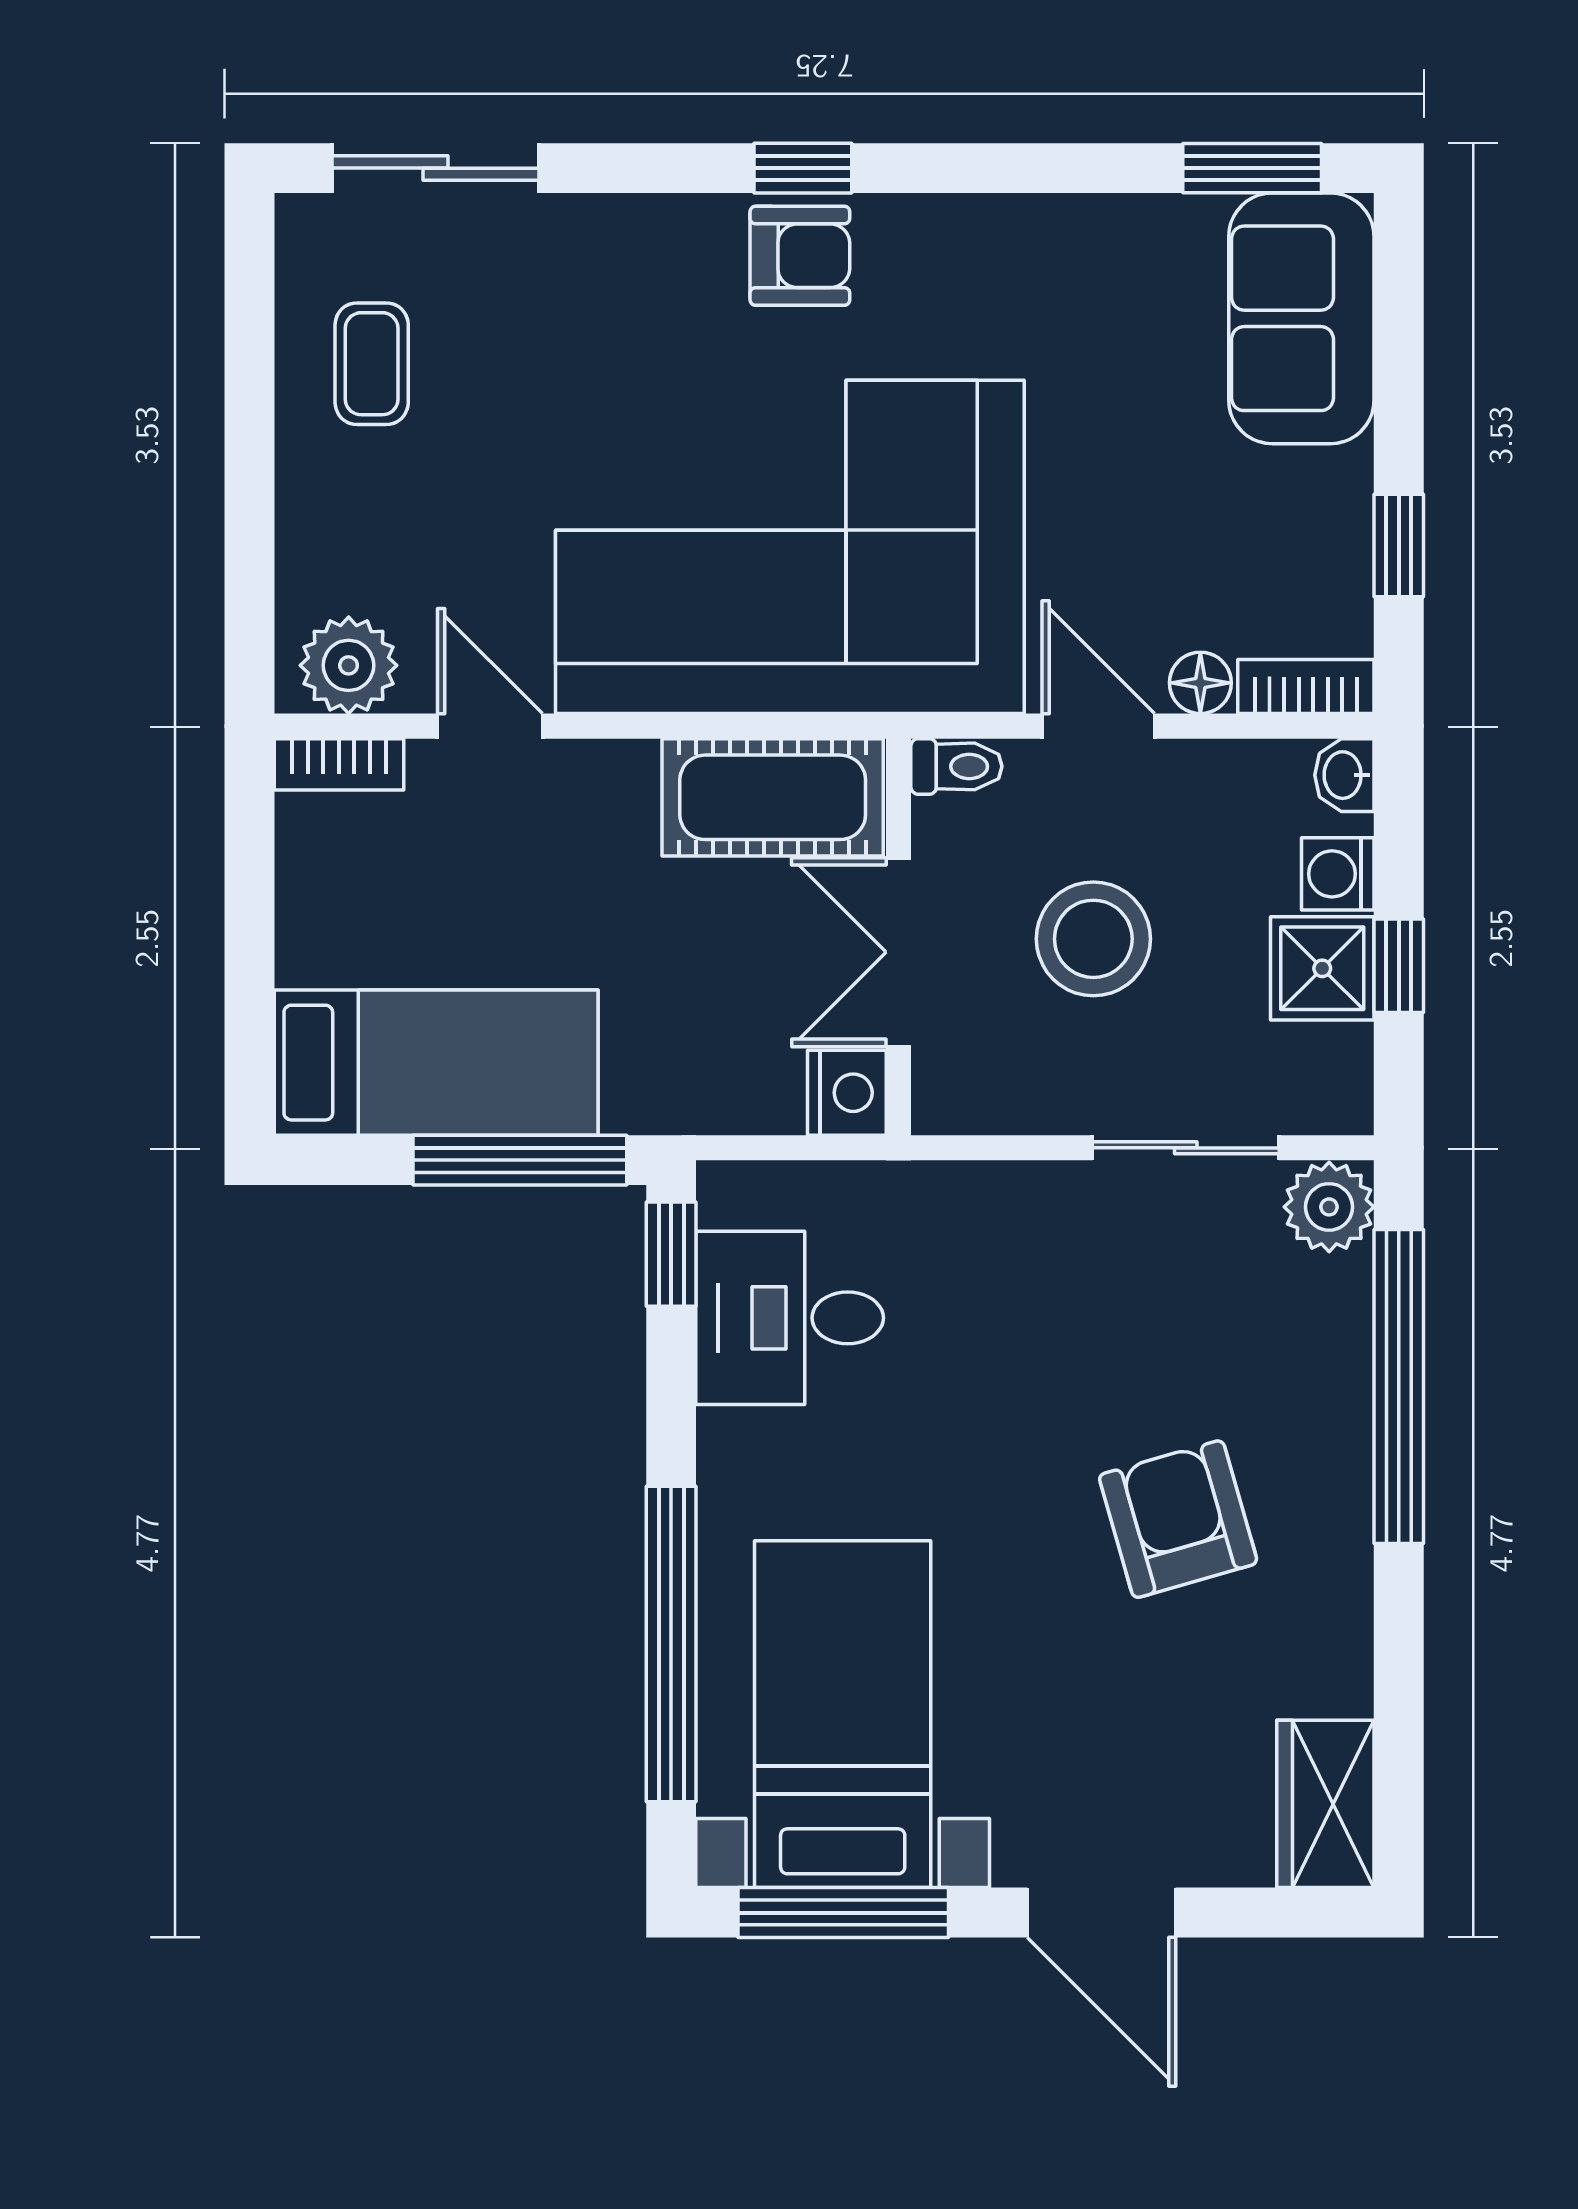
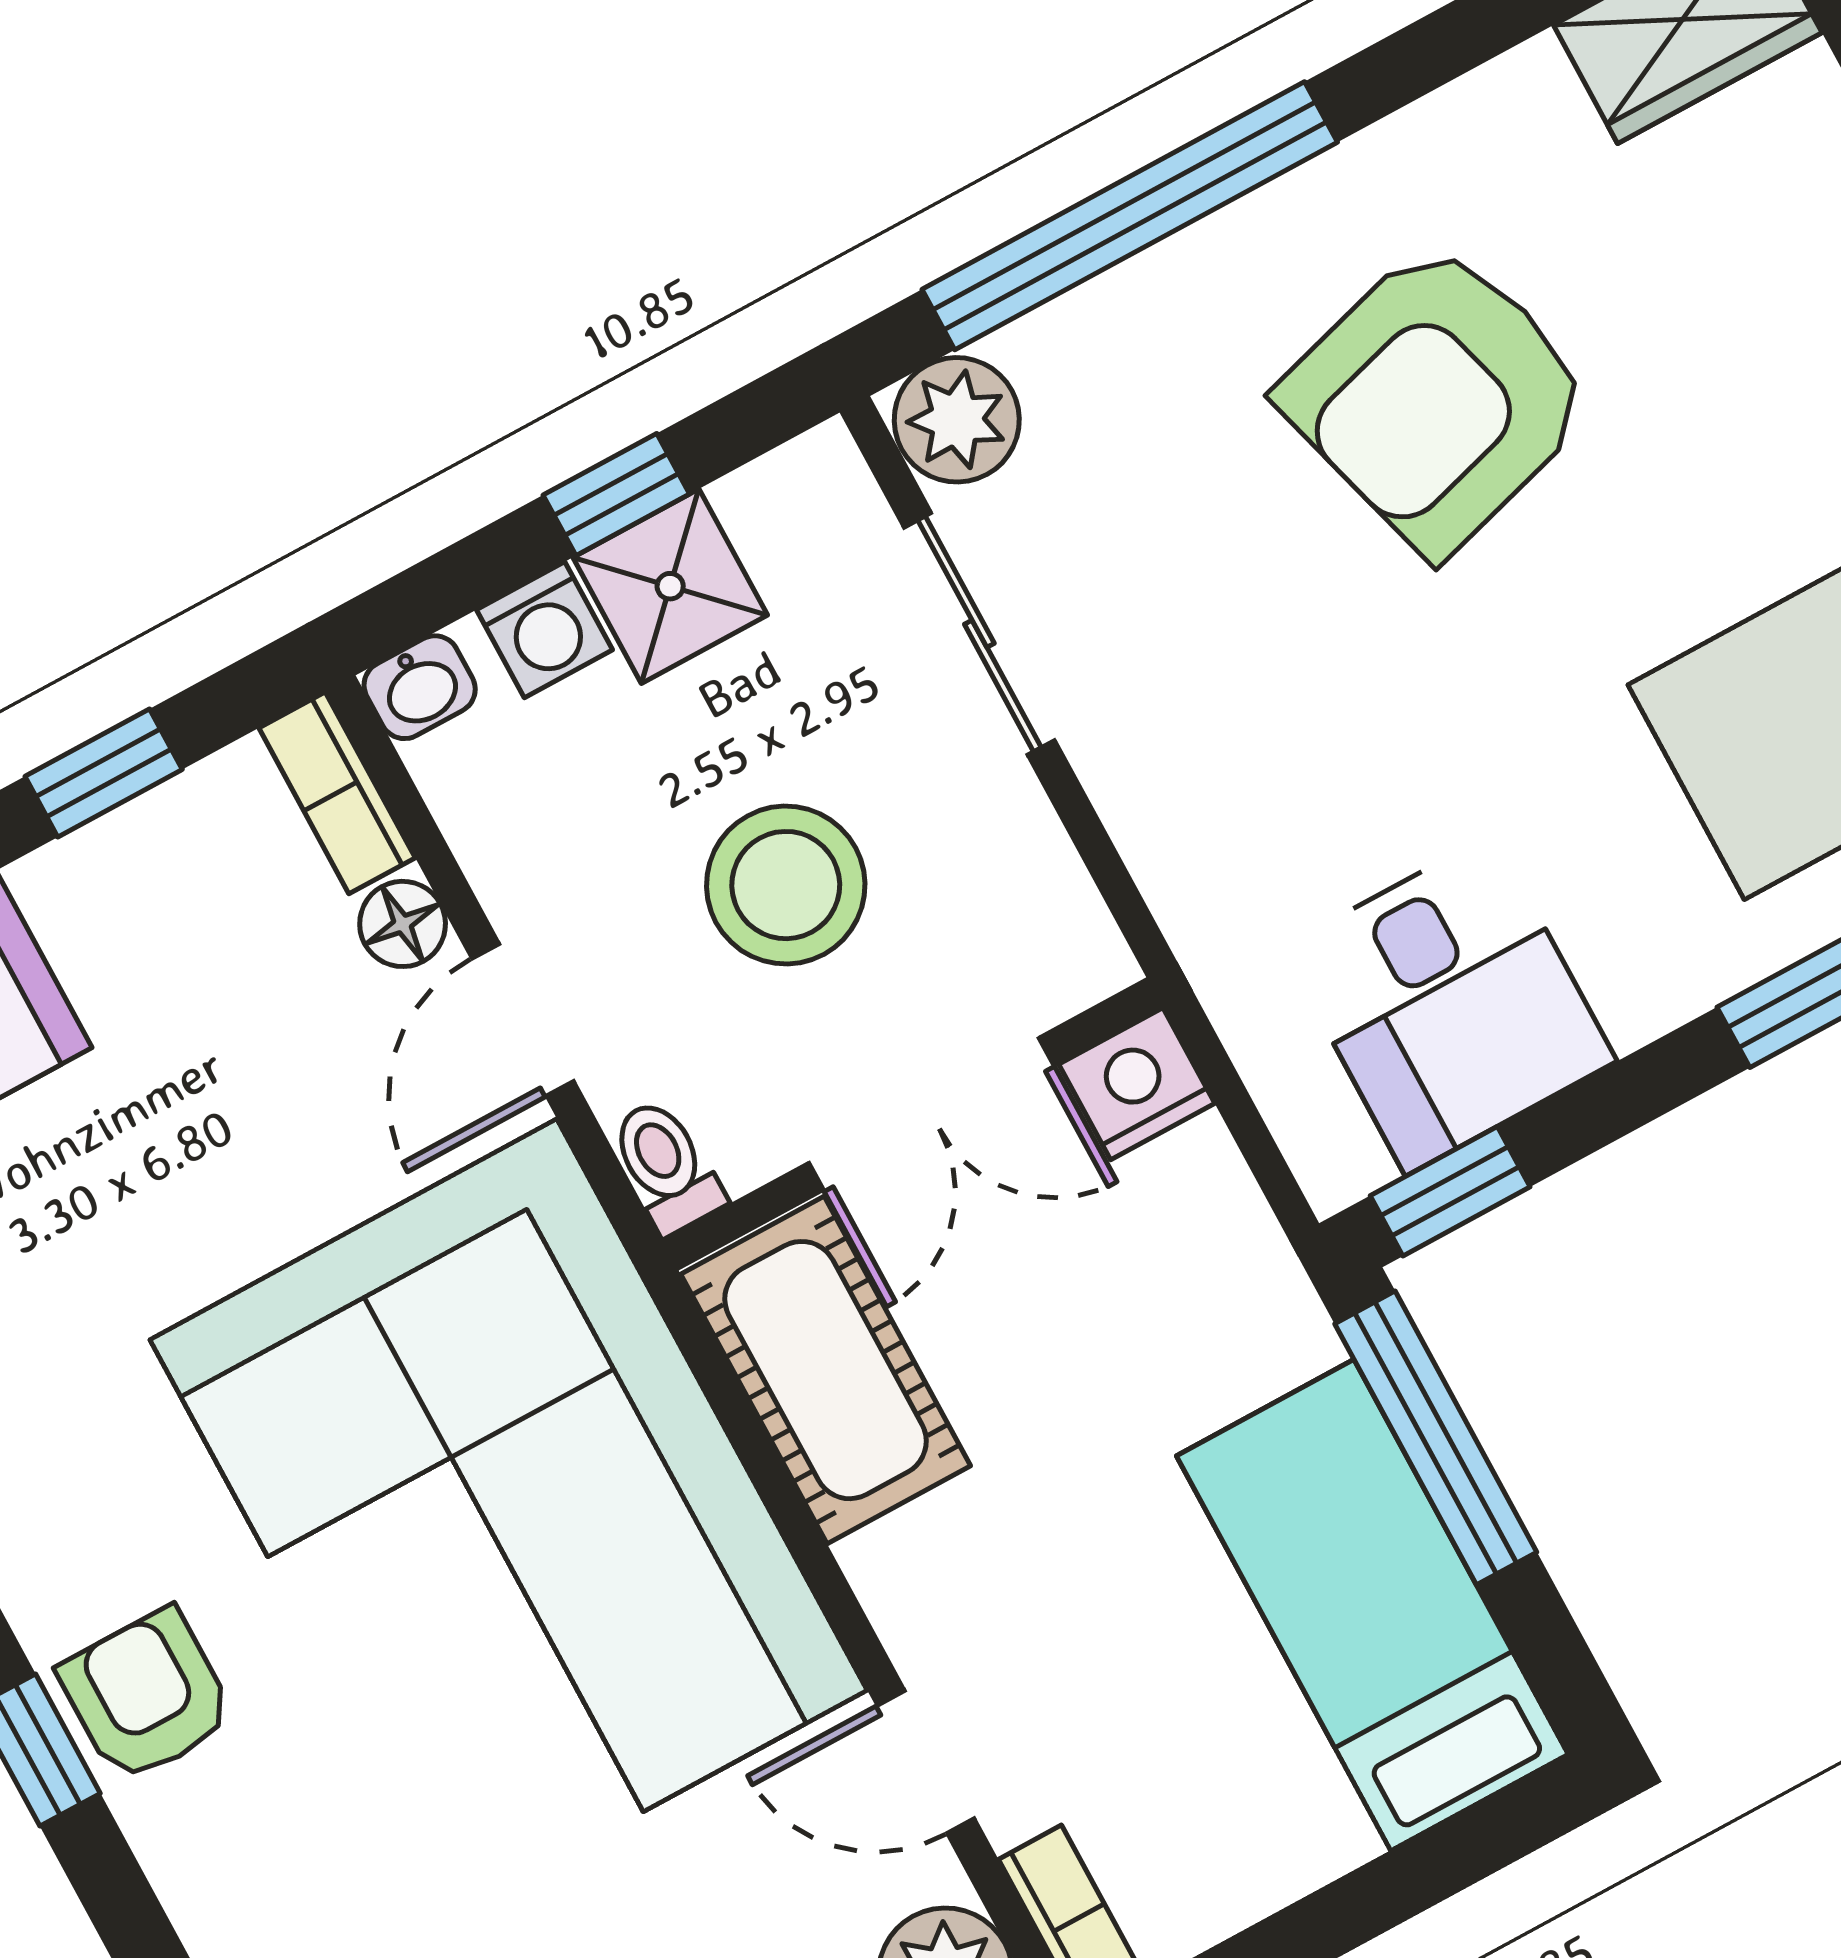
door: (490, 726) -> (926, 1762), hinge flipped
armchair: (1178, 1519) -> (1438, 397), width x1.36, depth x1.36

